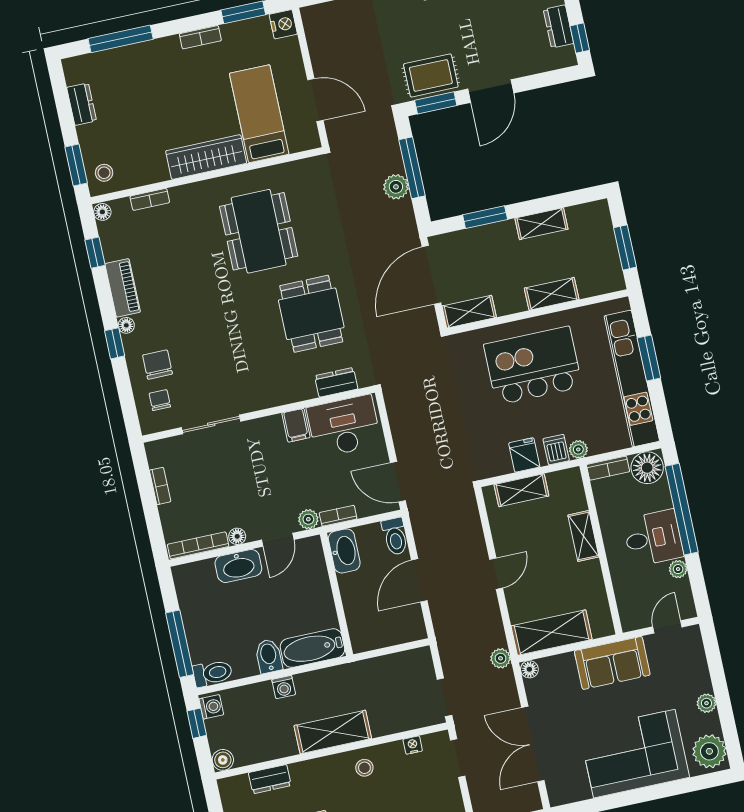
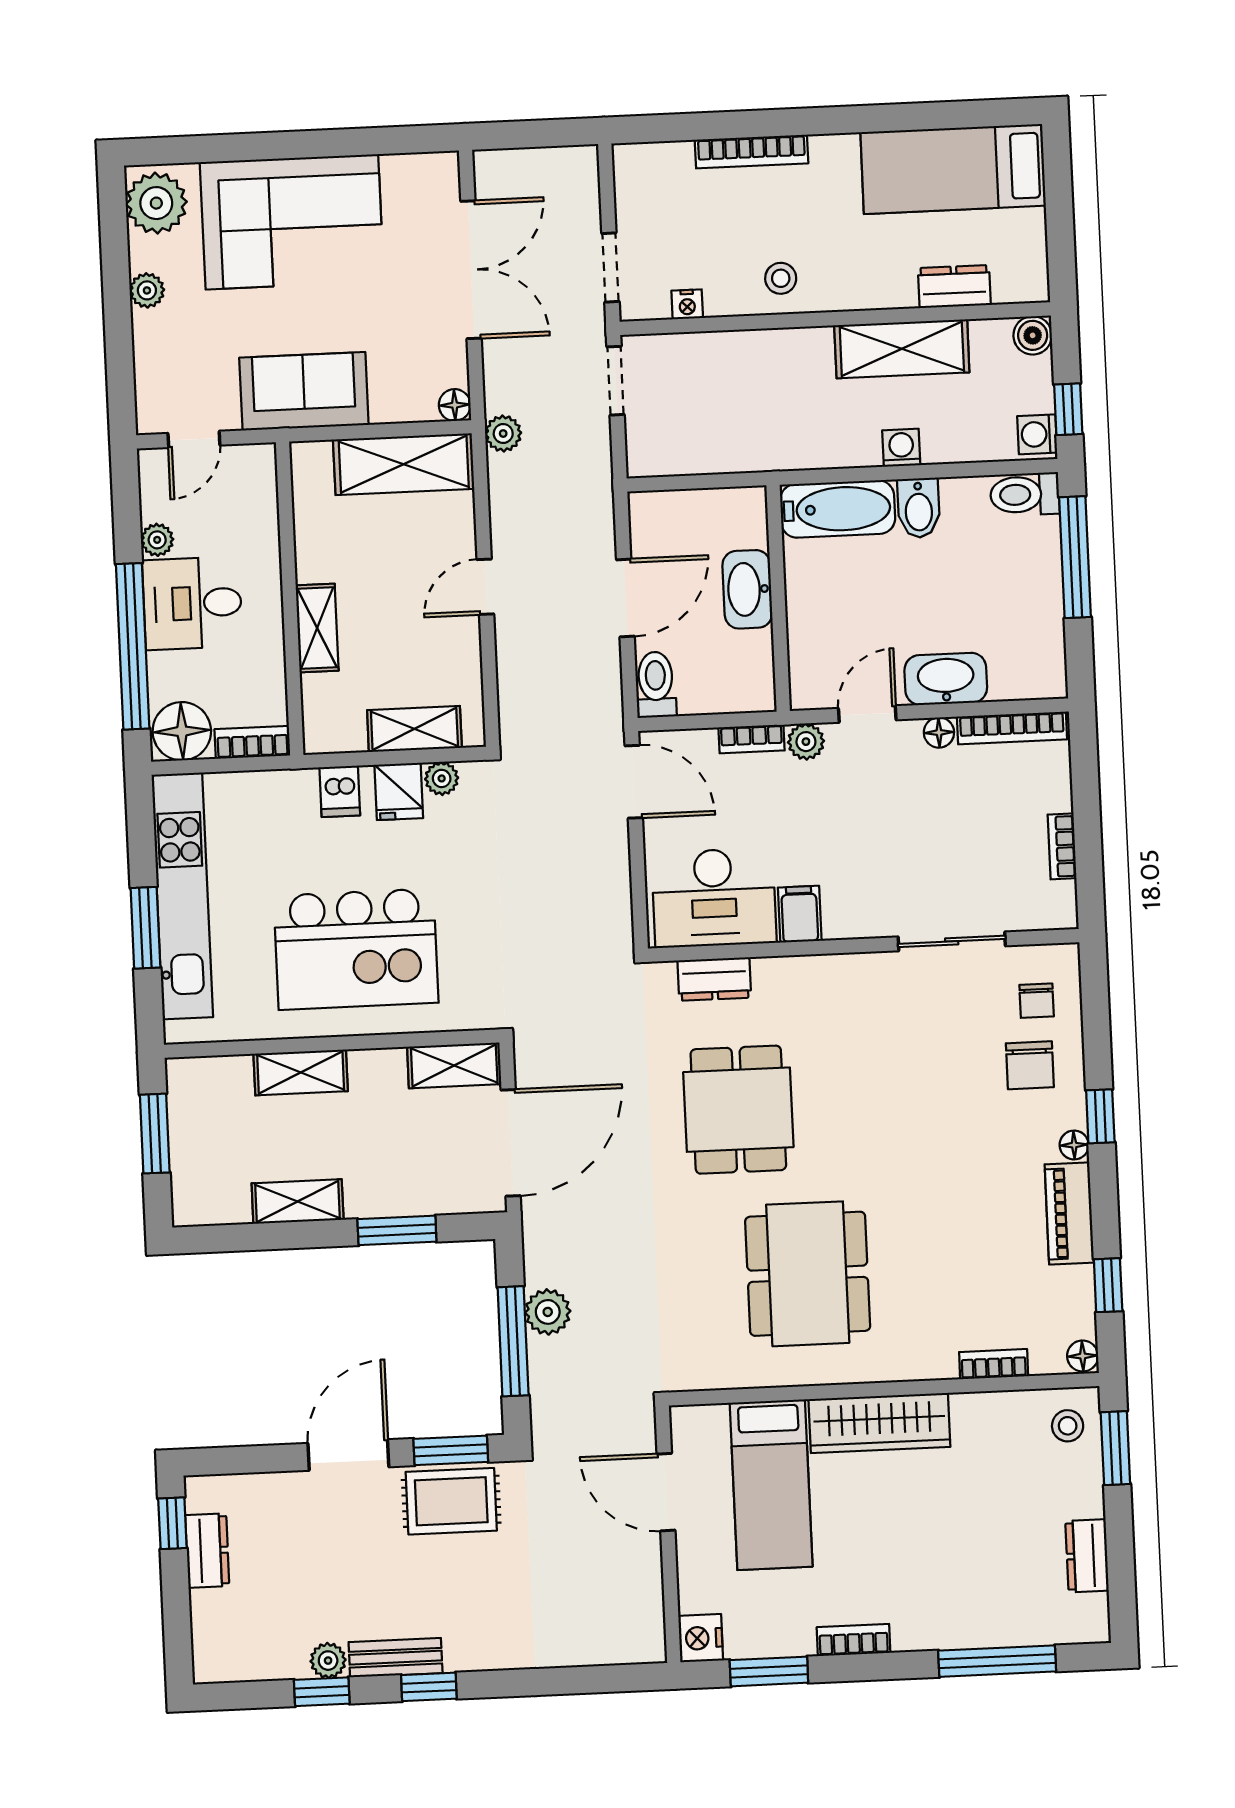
plant: (578, 449) -> (442, 778), moved
washbasin: (344, 551) -> (747, 589), moved
shelving: (333, 732) -> (902, 349), moved

